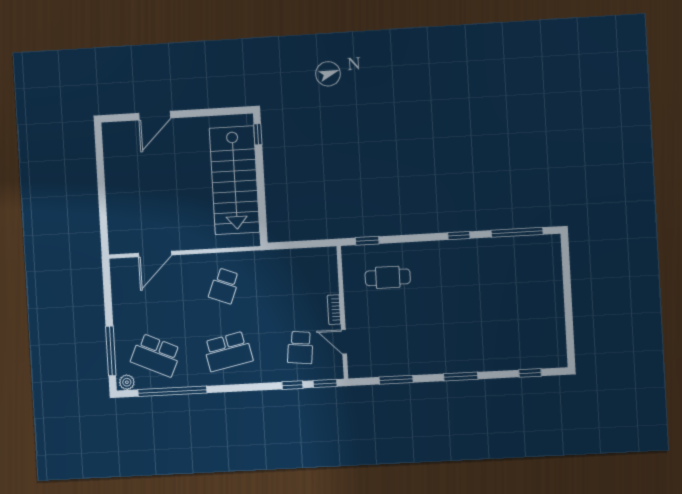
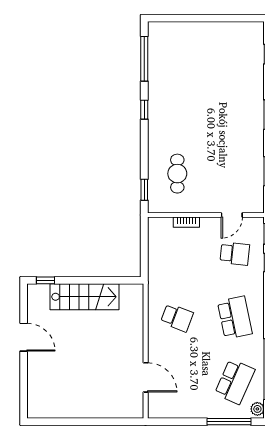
door: (155, 116) -> (24, 337), moved
stairs: (234, 180) -> (85, 297), width x0.73, depth x0.66
bookcase: (334, 310) -> (186, 222), moved

